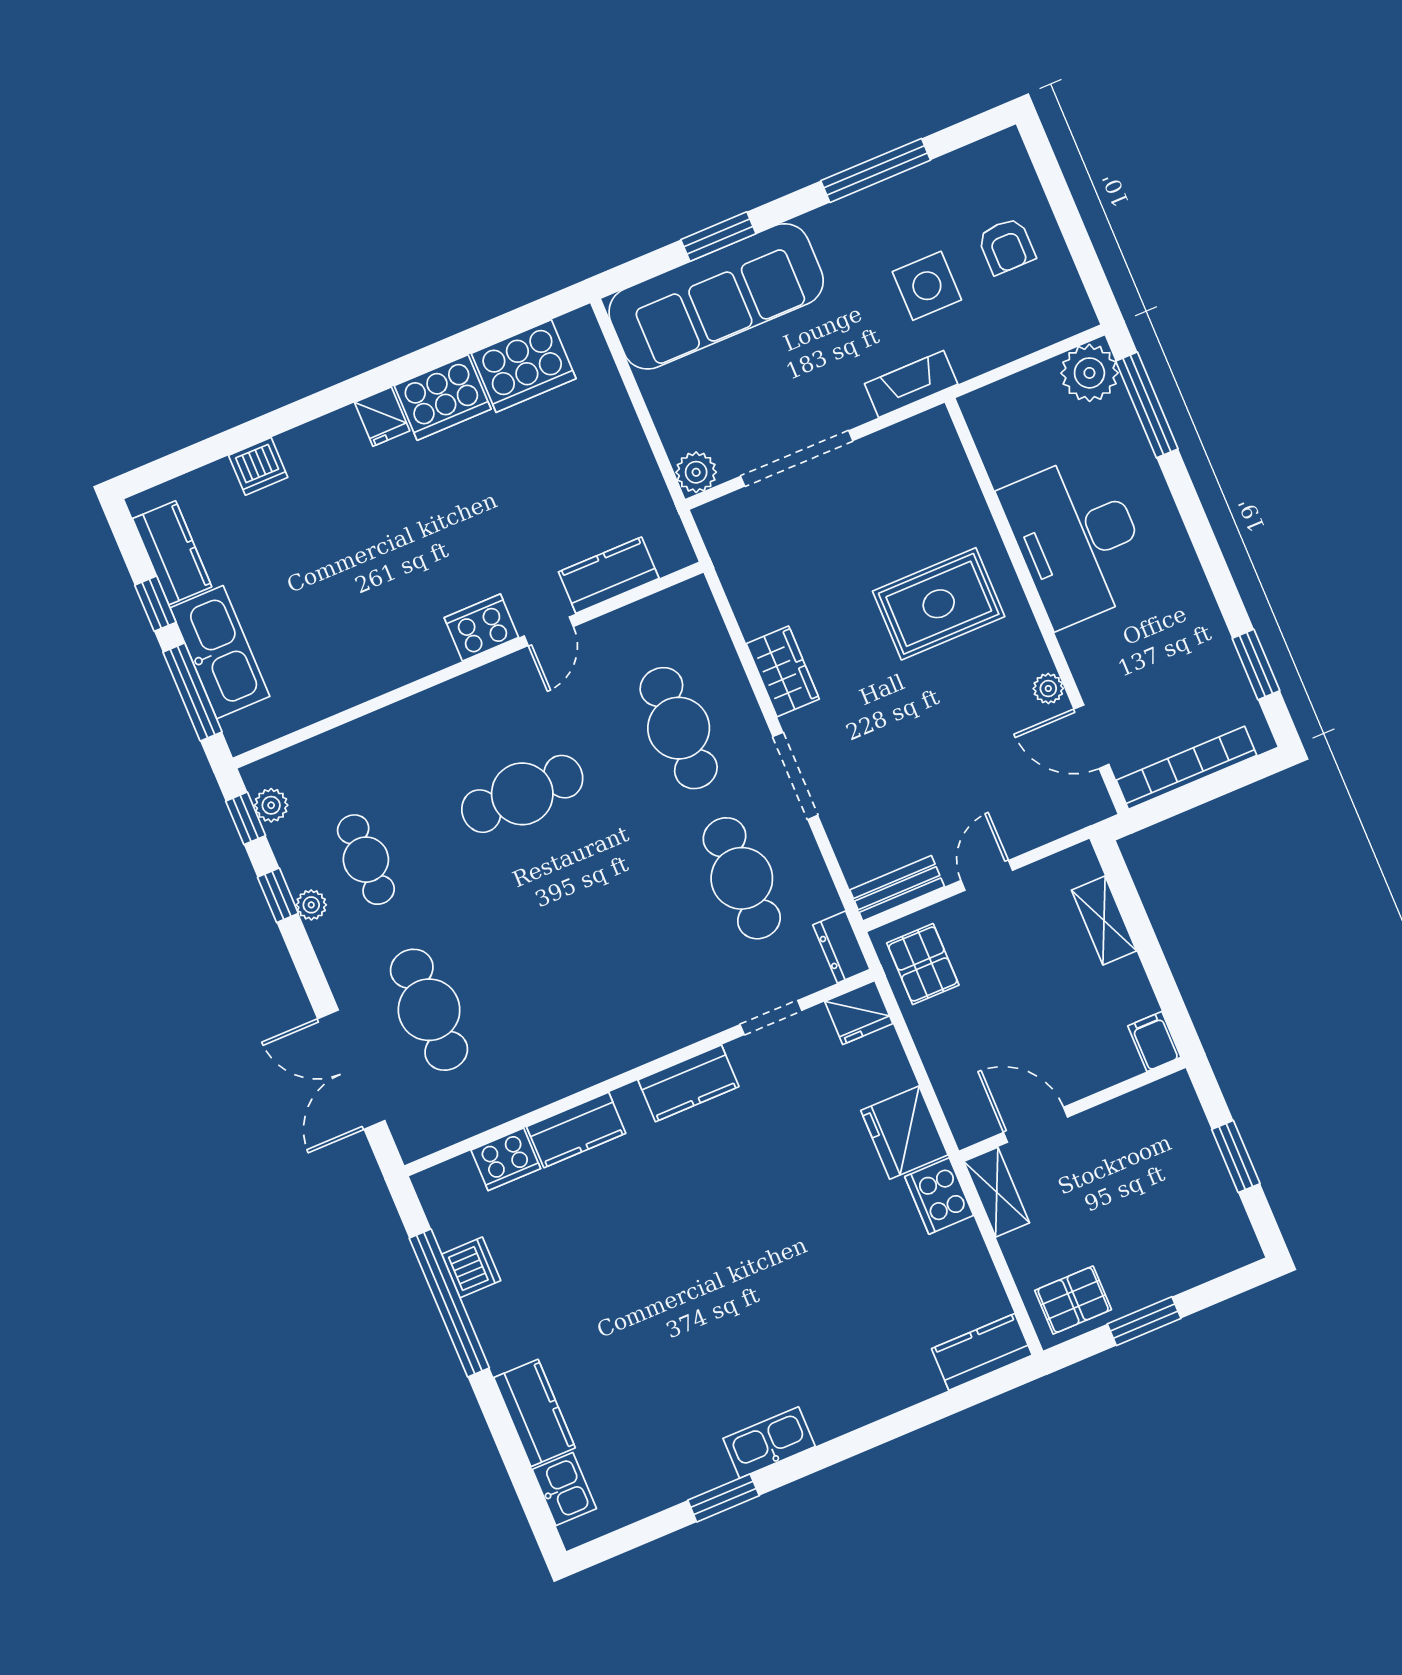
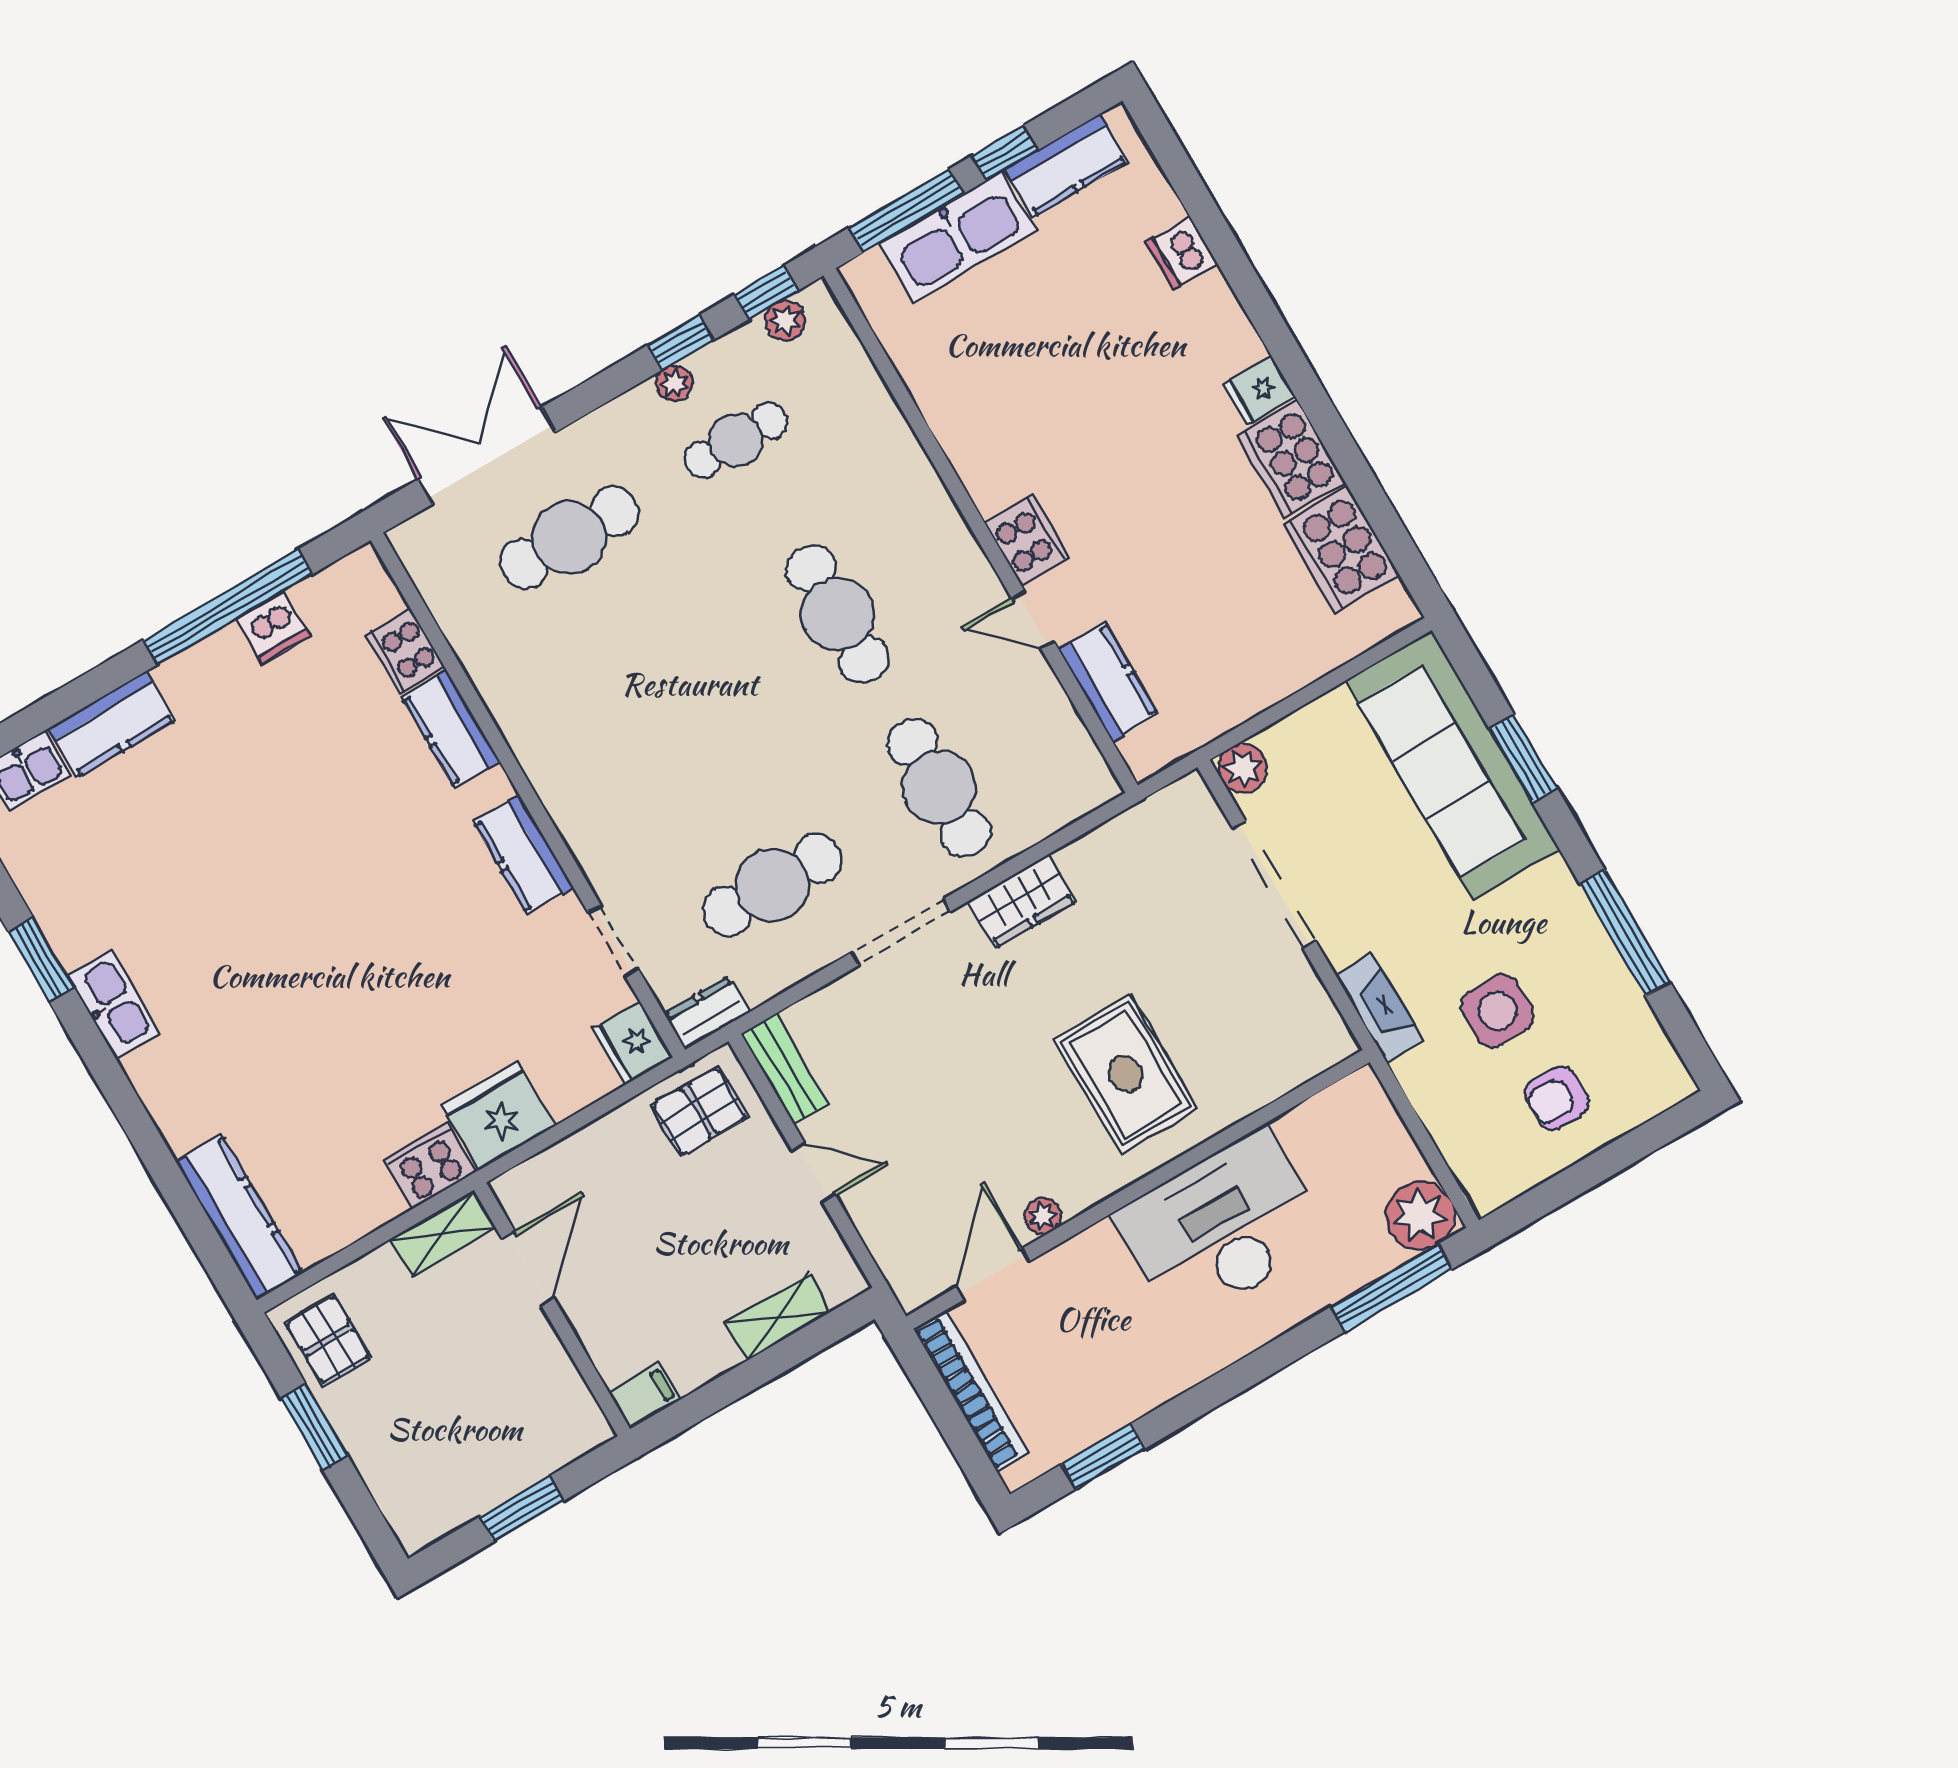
cafe table: (679, 728) -> (939, 788), turned 90
kitchen counter: (982, 1352) -> (239, 1217), width x1.50

